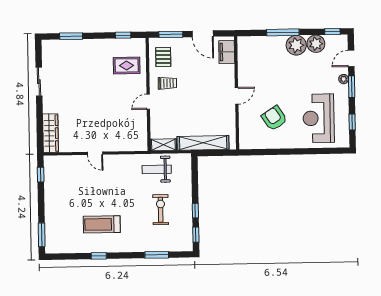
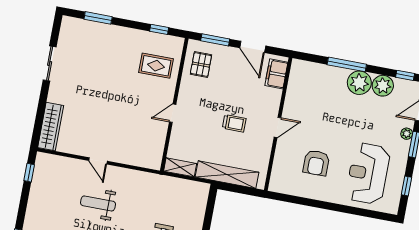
trolley: (167, 83) -> (234, 123), moved
armchair: (274, 118) -> (316, 163), turned -147
weight bench: (157, 169) -> (98, 203), moved

